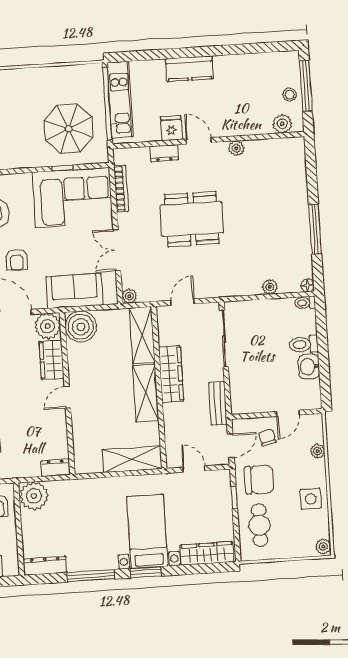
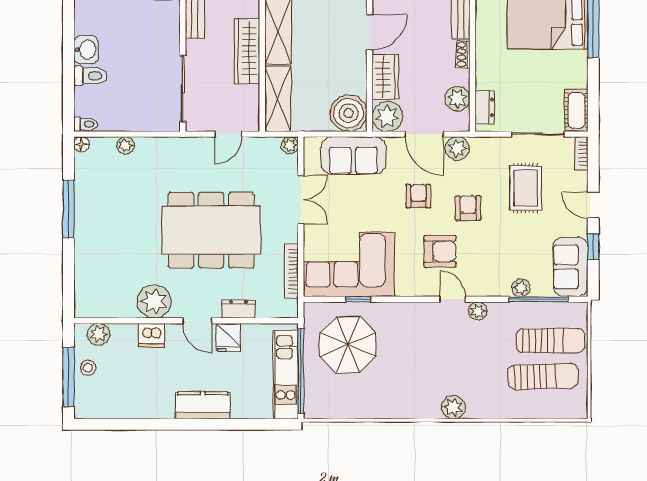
dishwasher: (237, 126) -> (151, 335), added
plant: (236, 148) -> (154, 301), width x1.88, depth x1.88
dining table: (192, 219) -> (211, 230), width x1.36, depth x1.24
door: (67, 397) -> (369, 32), width x1.37

